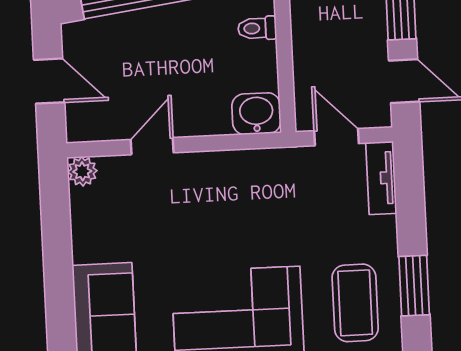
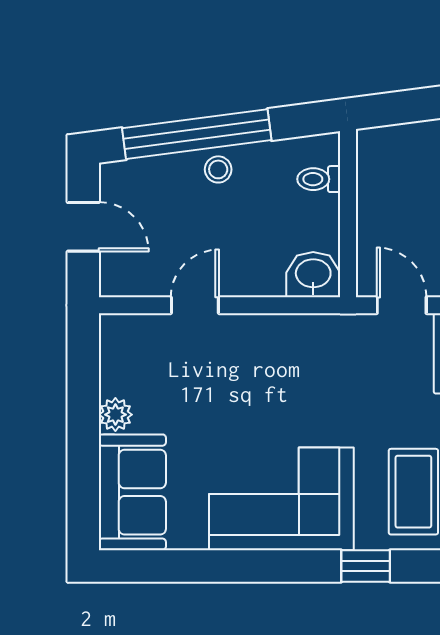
stool: (167, 24) -> (218, 169), added
plant: (82, 171) -> (115, 415), moved

